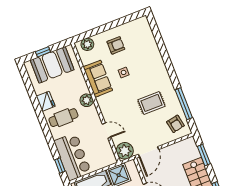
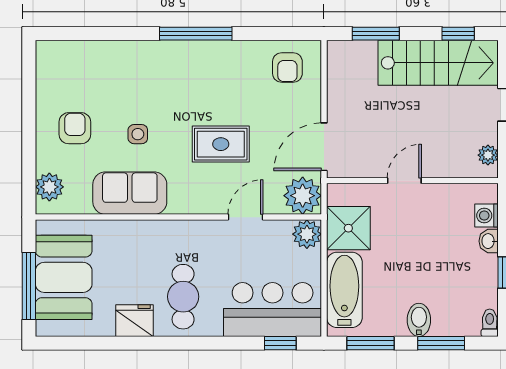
window: (43, 52) -> (29, 286), width x2.17
plant: (87, 100) -> (307, 234), moved
rug: (151, 103) -> (221, 144), moved, turned 90
window: (184, 104) -> (196, 34), moved
armchair: (175, 124) -> (287, 68), turned 101
door: (148, 152) -> (324, 147), swing flipped

